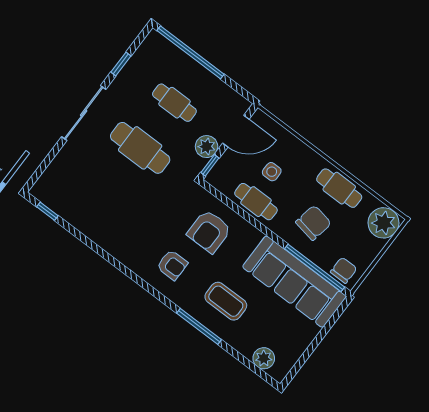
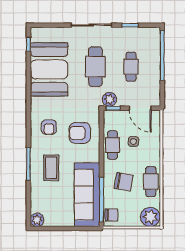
plant: (207, 147) -> (110, 99), moved
booth: (99, 209) -> (49, 69), added
plant: (264, 358) -> (37, 220), moved

